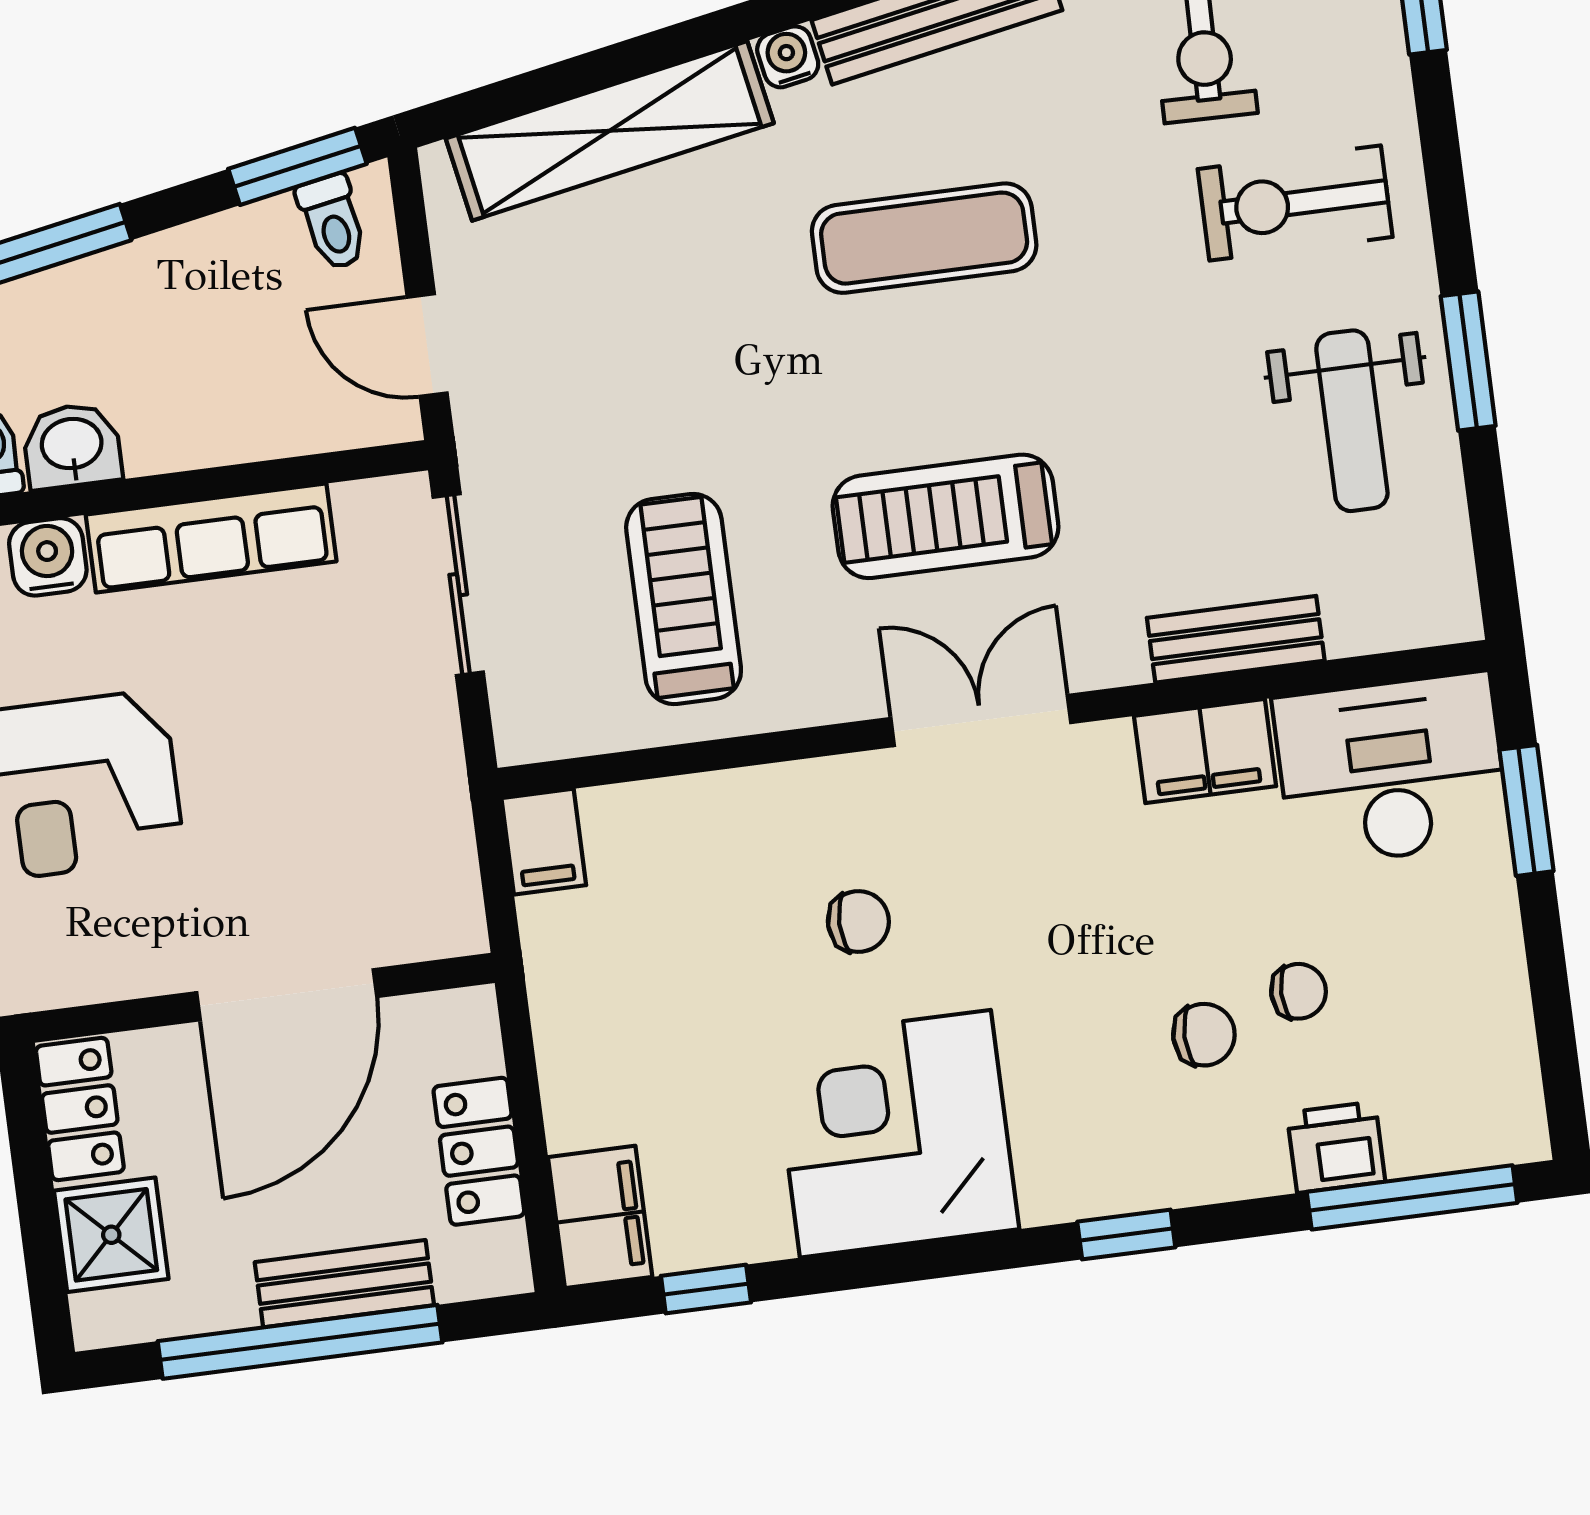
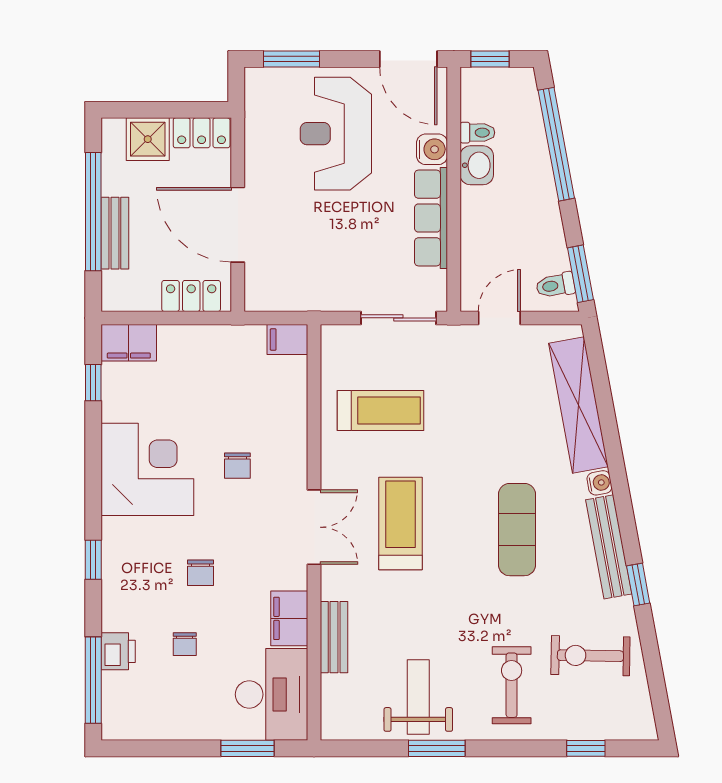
weight bench: (1352, 421) -> (418, 697), turned 90
chair: (1204, 1035) -> (201, 573), moved
locker: (479, 1151) -> (191, 296), moved

